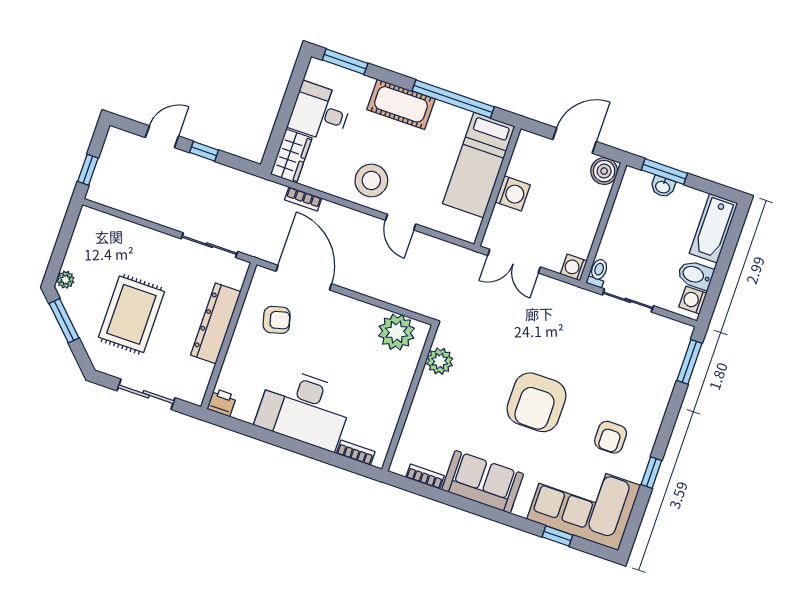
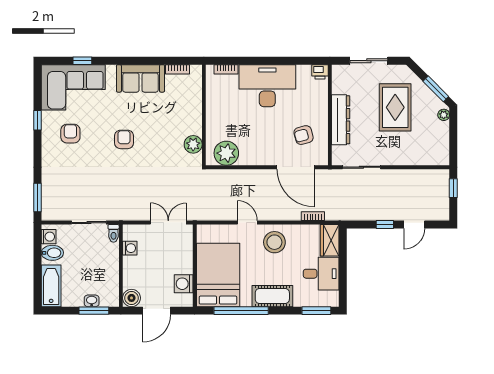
bed: (479, 165) -> (218, 275), width x1.50
washing machine: (513, 193) -> (184, 284), moved
washing machine: (574, 267) -> (130, 248), moved
armchair: (537, 402) -> (124, 139), width x0.53, depth x0.53

